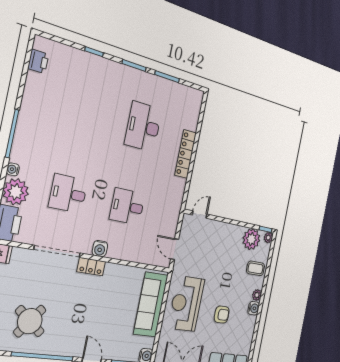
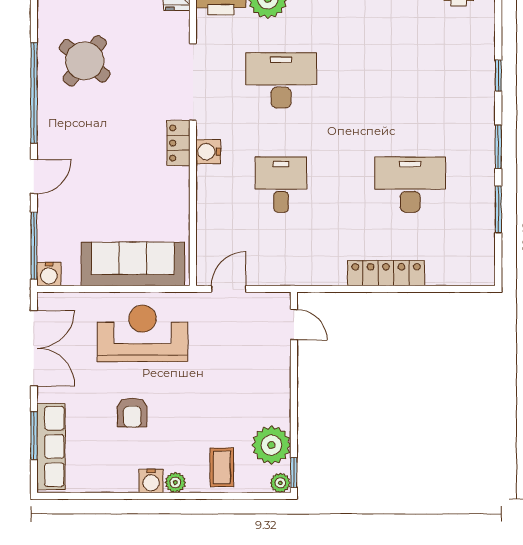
desk: (68, 194) -> (281, 80), width x1.37

